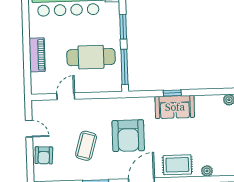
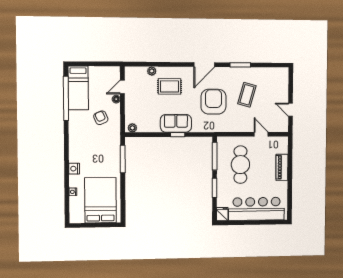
cafe table: (91, 57) -> (240, 165), turned 90
door: (66, 96) -> (261, 134), swing flipped
armchair: (44, 155) -> (280, 88), removed
rug: (177, 165) -> (170, 86), moved

